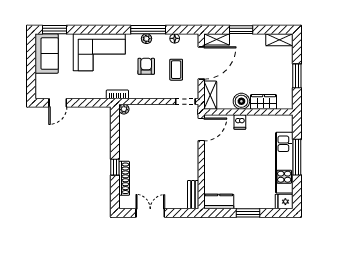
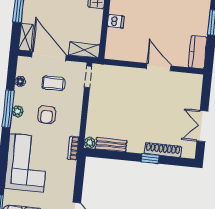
armchair: (146, 66) -> (47, 115), turned -90
boiler: (241, 101) -> (94, 18), removed
door: (201, 130) -> (159, 67), moved
bench: (193, 195) -> (111, 145), moved

